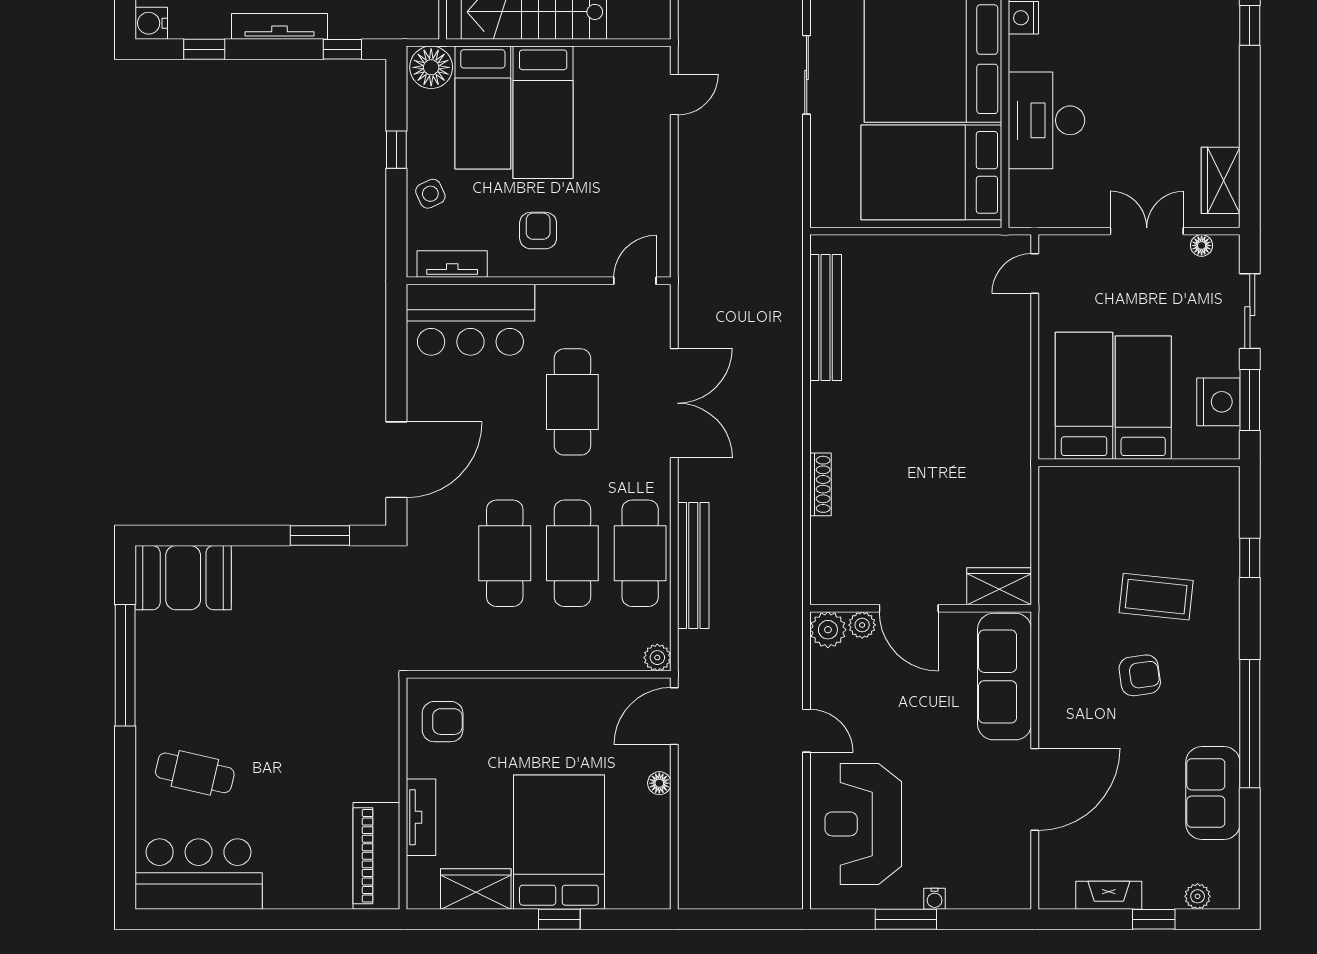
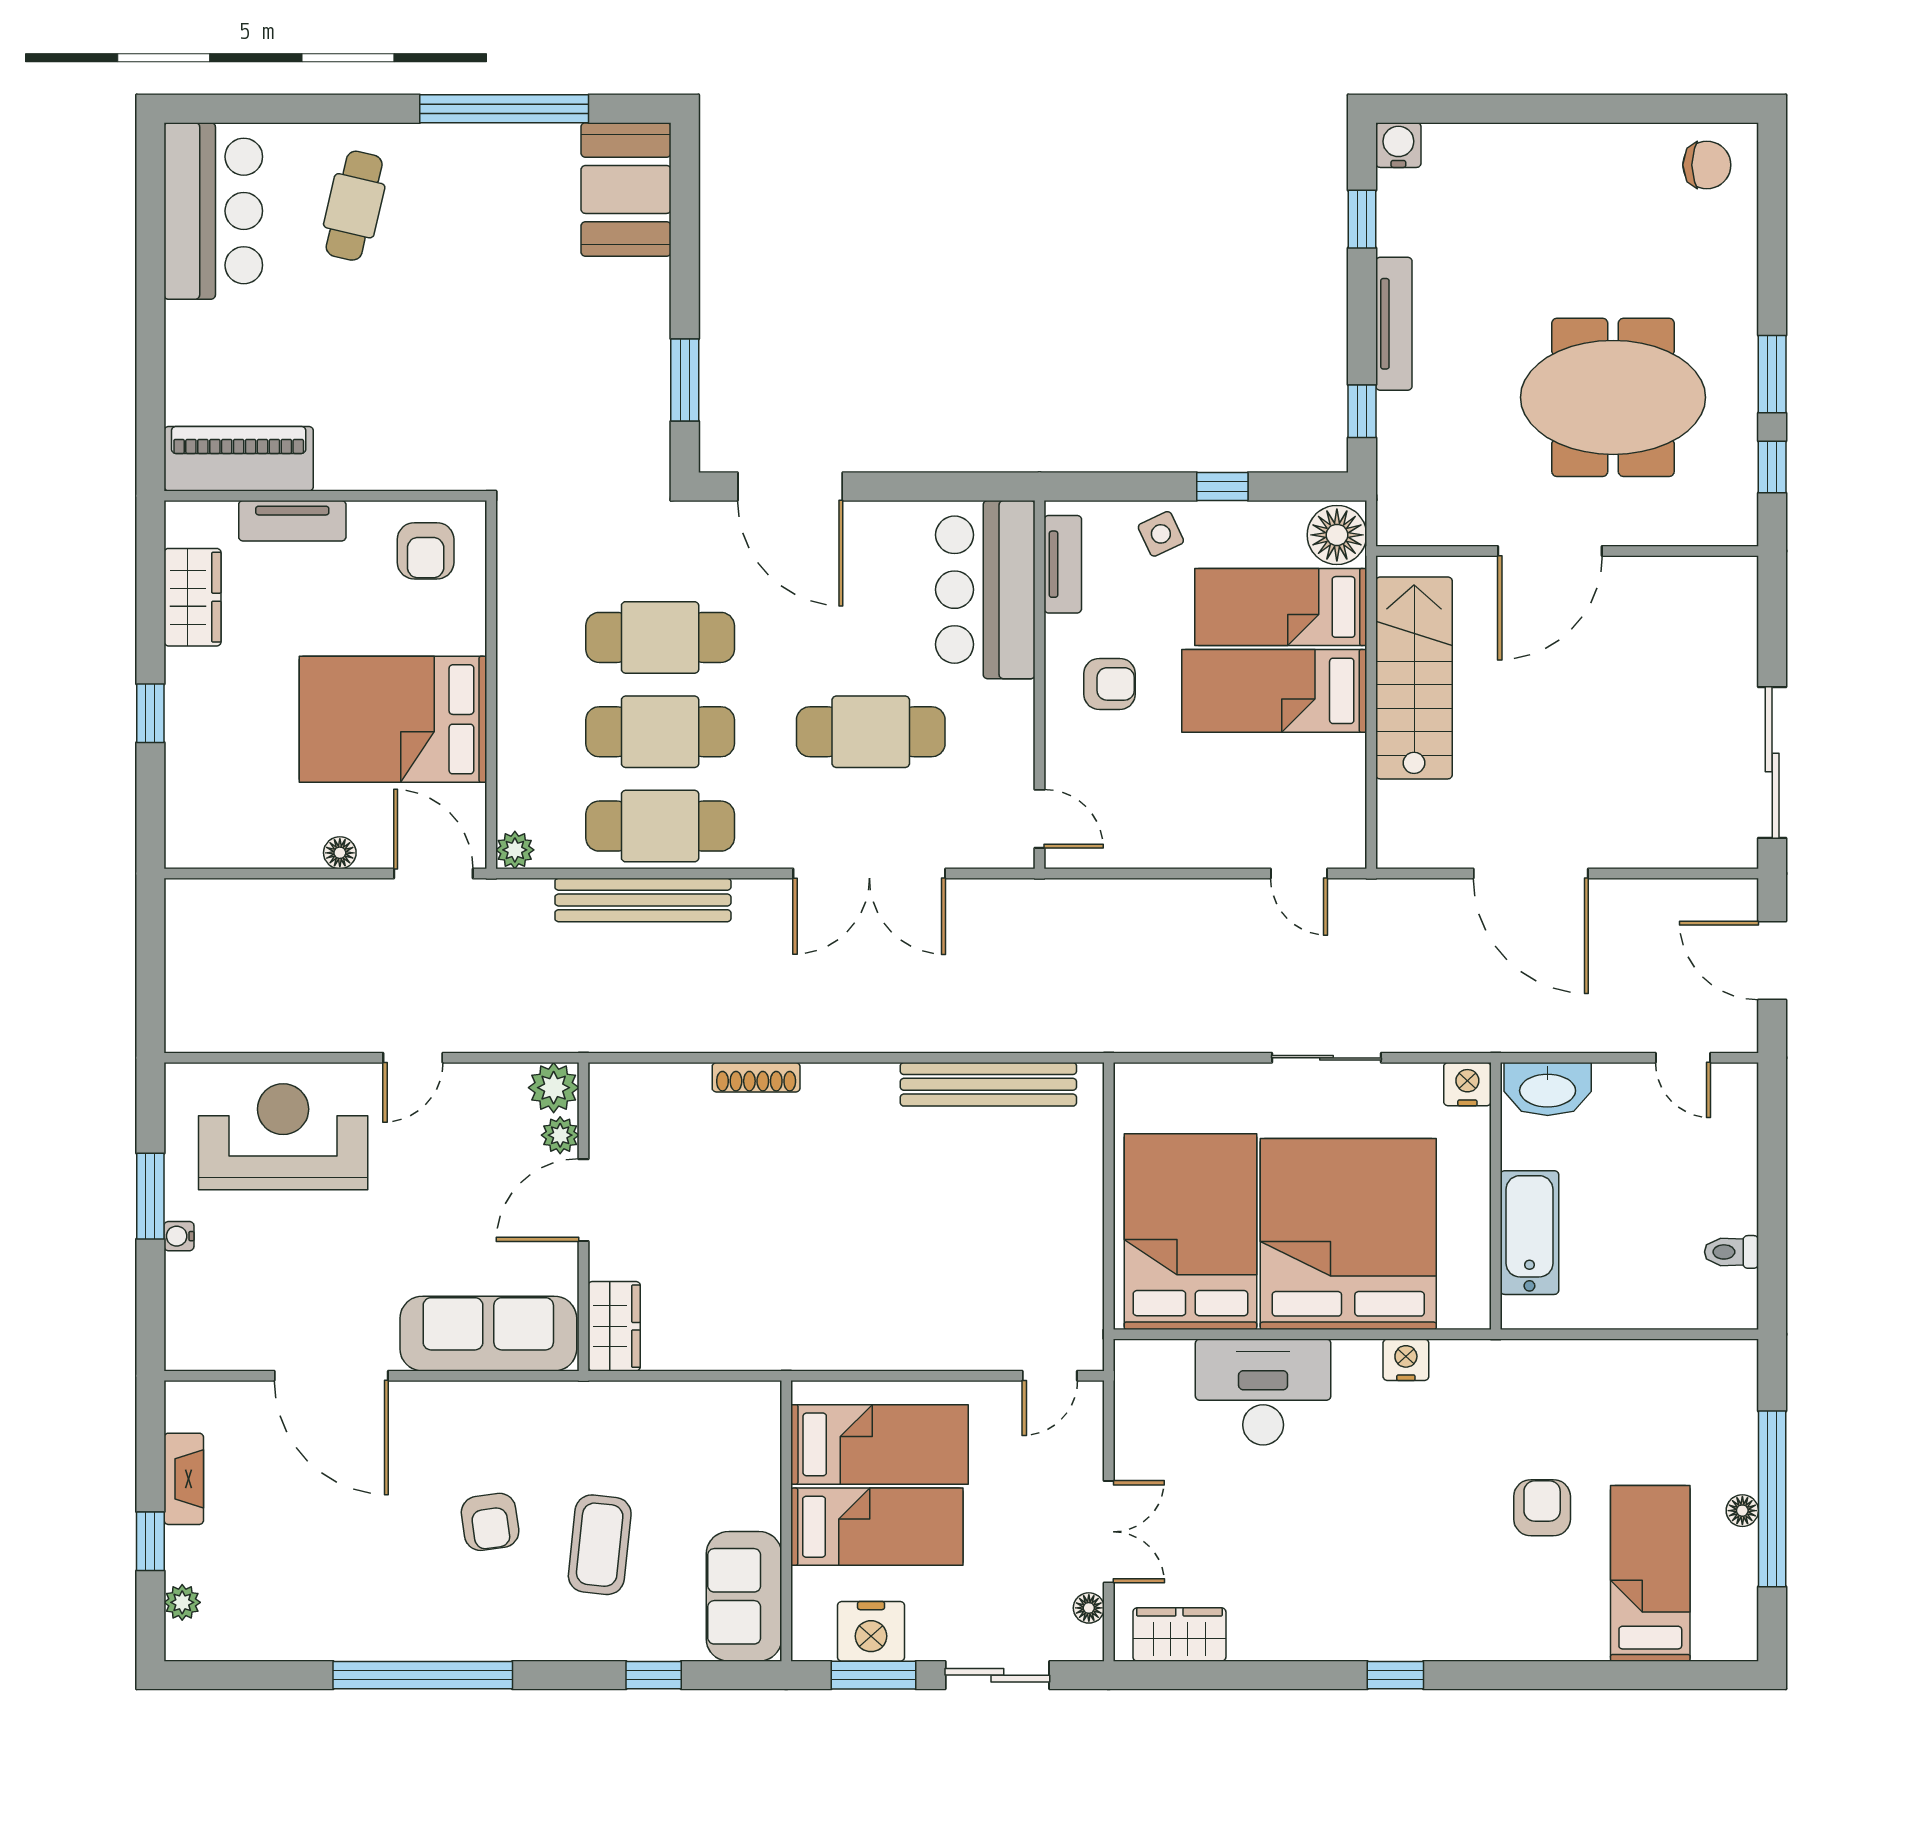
door: (1035, 273) -> (1050, 1376), swing flipped
sofa: (1213, 793) -> (744, 1596), moved, turned -90
bed: (559, 842) -> (393, 719), moved, turned 180

